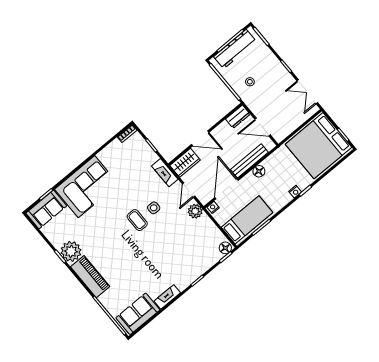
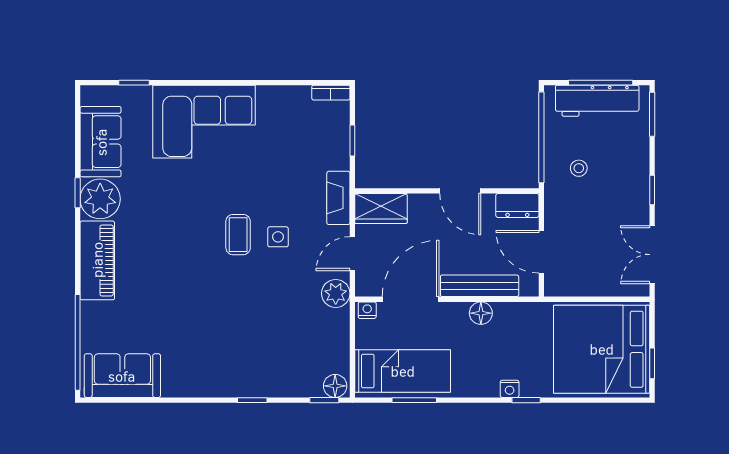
door: (200, 138) -> (460, 191), moved
sofa: (46, 209) -> (101, 142), moved, turned -90
fireplace: (167, 297) -> (187, 387), removed

